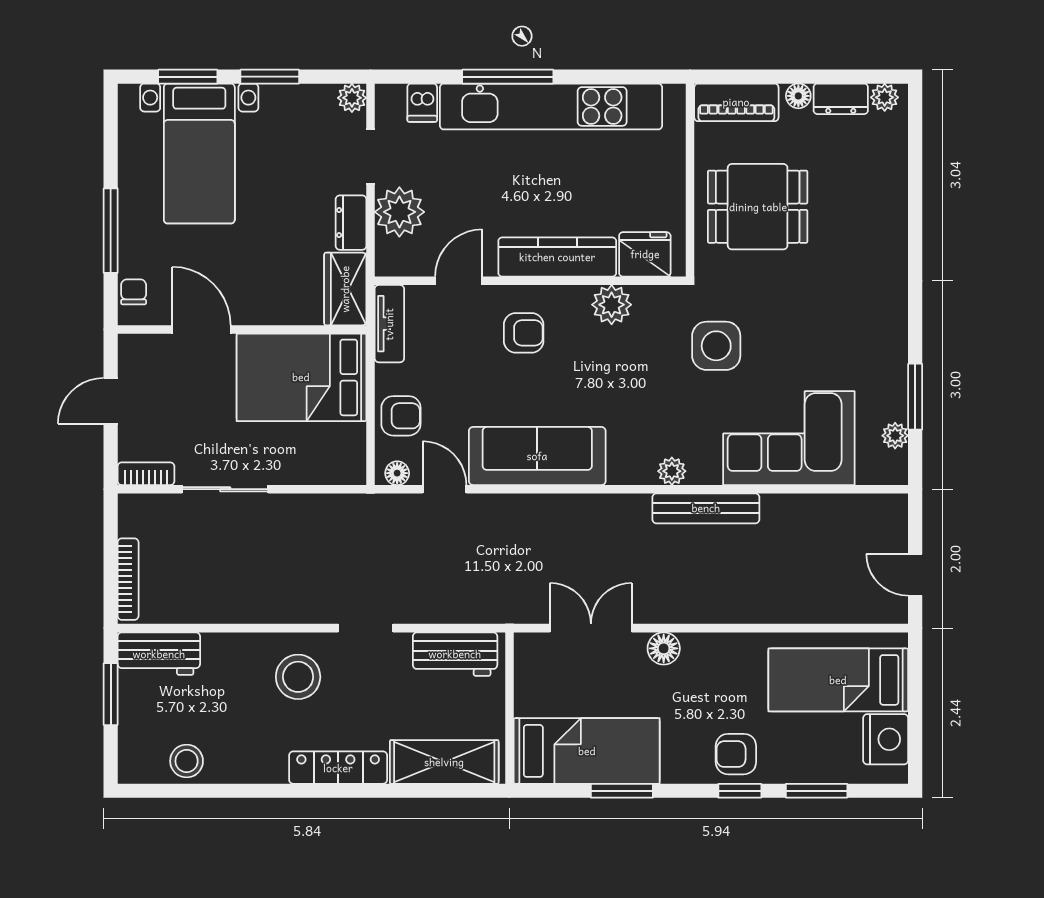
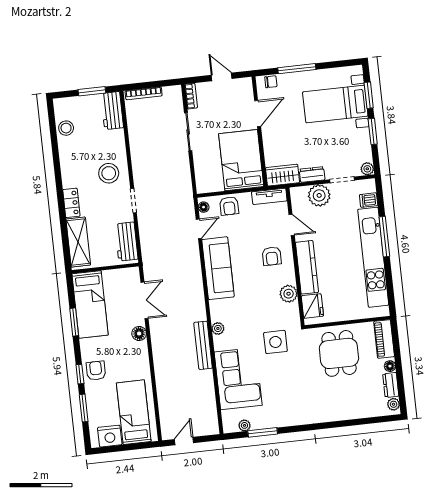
locker: (338, 768) -> (71, 203), width x0.66

